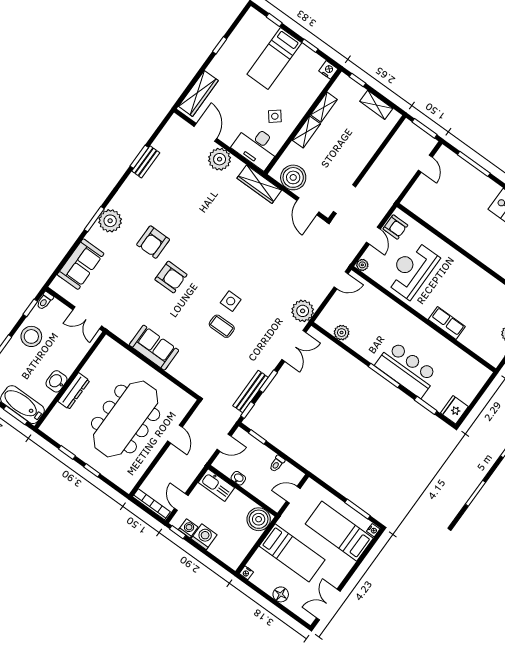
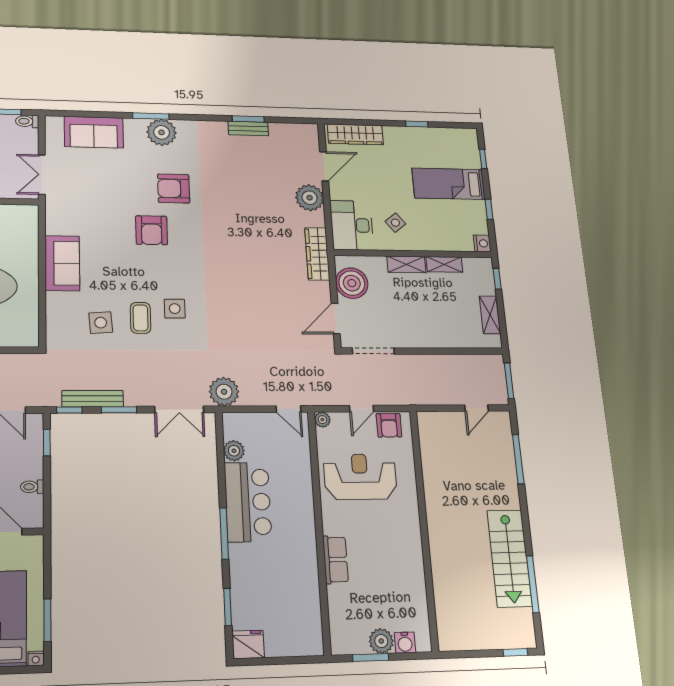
side table: (208, 352) -> (101, 323), added
bar counter: (407, 369) -> (248, 502), moved

